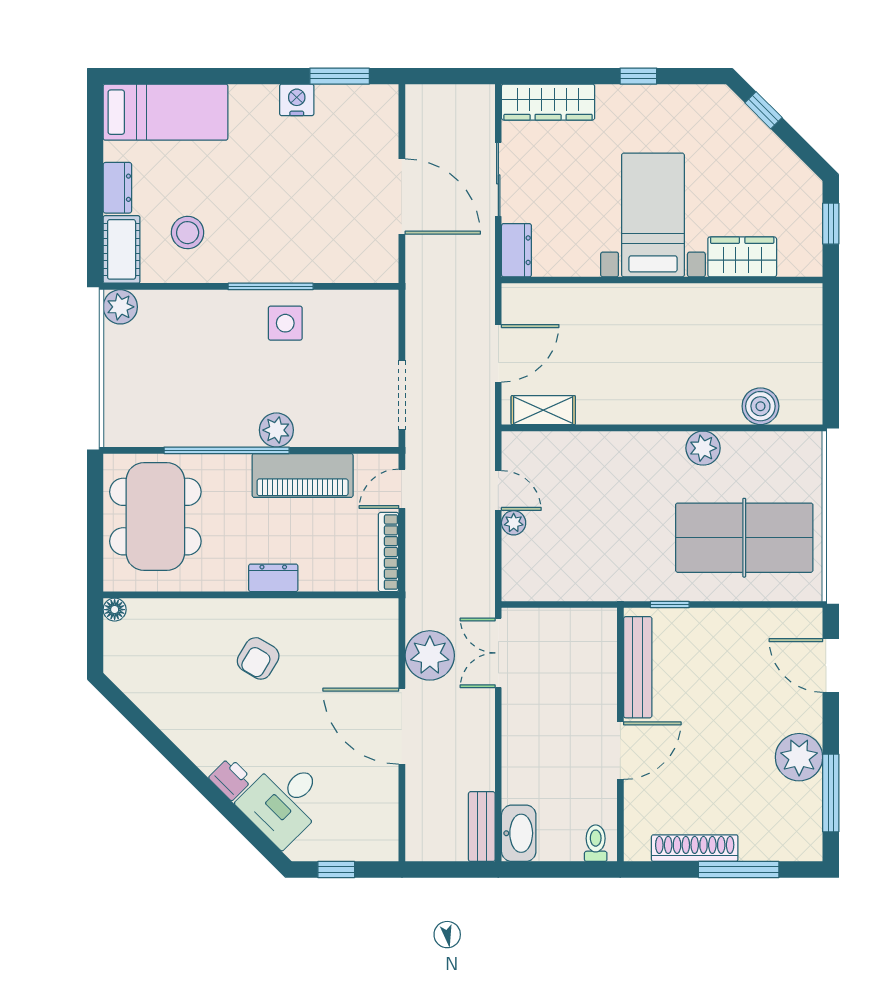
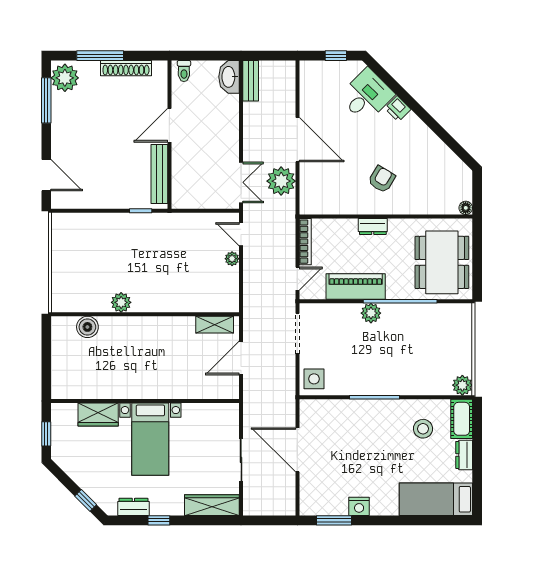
dresser: (516, 250) -> (133, 507), moved, turned 90
side table: (285, 323) -> (314, 379), moved
door: (498, 490) -> (241, 234), moved
table tennis table: (744, 538) -> (97, 250), removed
plant: (799, 757) -> (65, 78), moved

